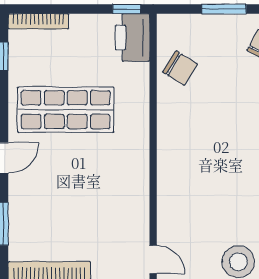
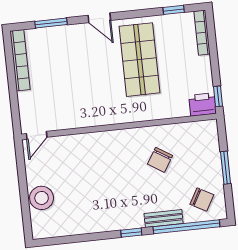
printer: (133, 37) -> (203, 104), width x0.73, depth x0.84
chair: (180, 68) -> (160, 160), moved

